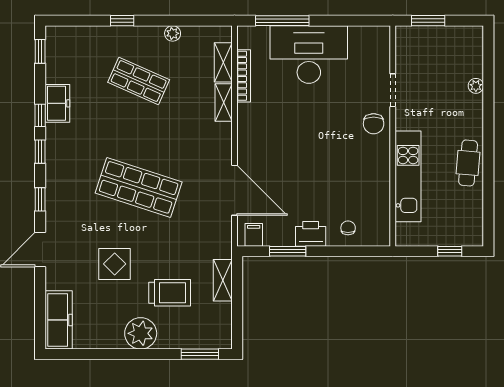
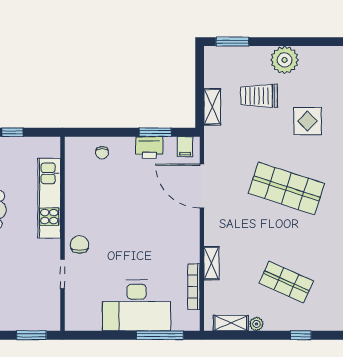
shelving: (223, 62) -> (231, 323), moved, turned 90
printer: (311, 234) -> (149, 148), moved

